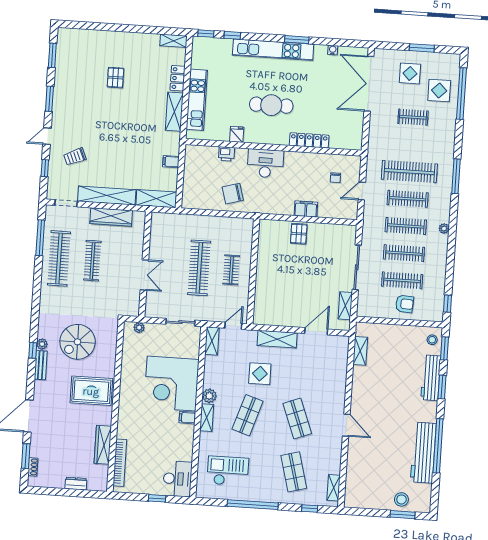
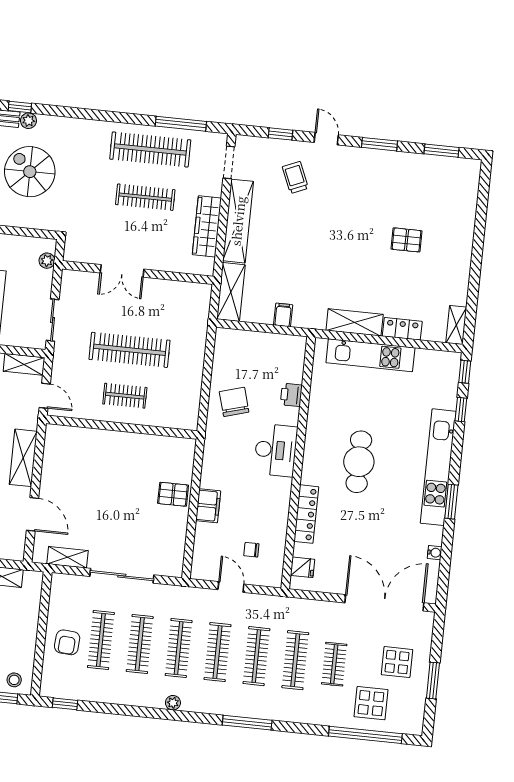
fridge: (237, 134) -> (303, 567), moved
clothes rail: (411, 144) -> (295, 660), added
clothes rail: (409, 172) -> (256, 656), width x0.73, depth x0.76

